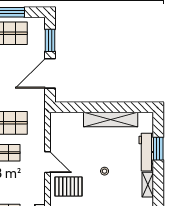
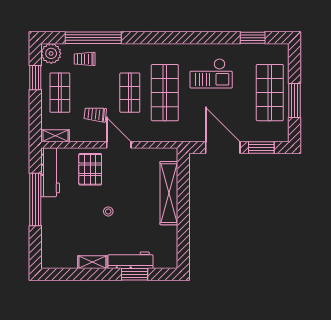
shelving: (111, 119) -> (169, 193), moved
door: (48, 162) -> (119, 145), swing flipped
trolley: (22, 182) -> (95, 114), added

